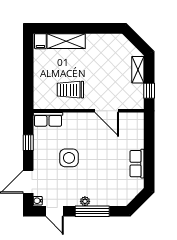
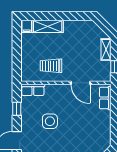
row of seats: (137, 164) -> (105, 98), moved

